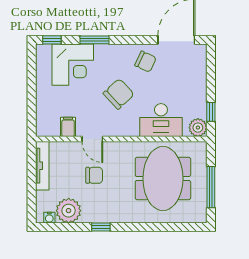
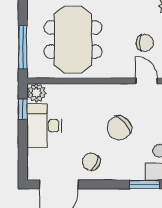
desk: (161, 120) -> (44, 126), moved, turned -90
chair: (94, 175) -> (145, 43), turned 180
window: (211, 187) -> (23, 47), moved

